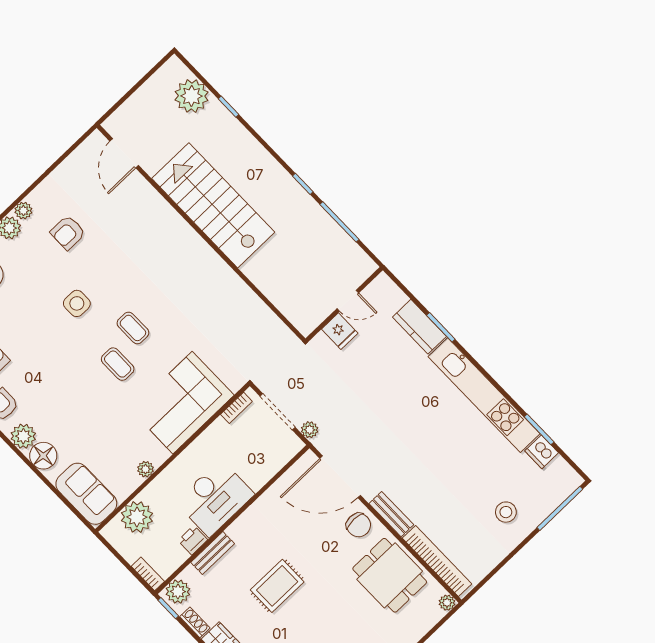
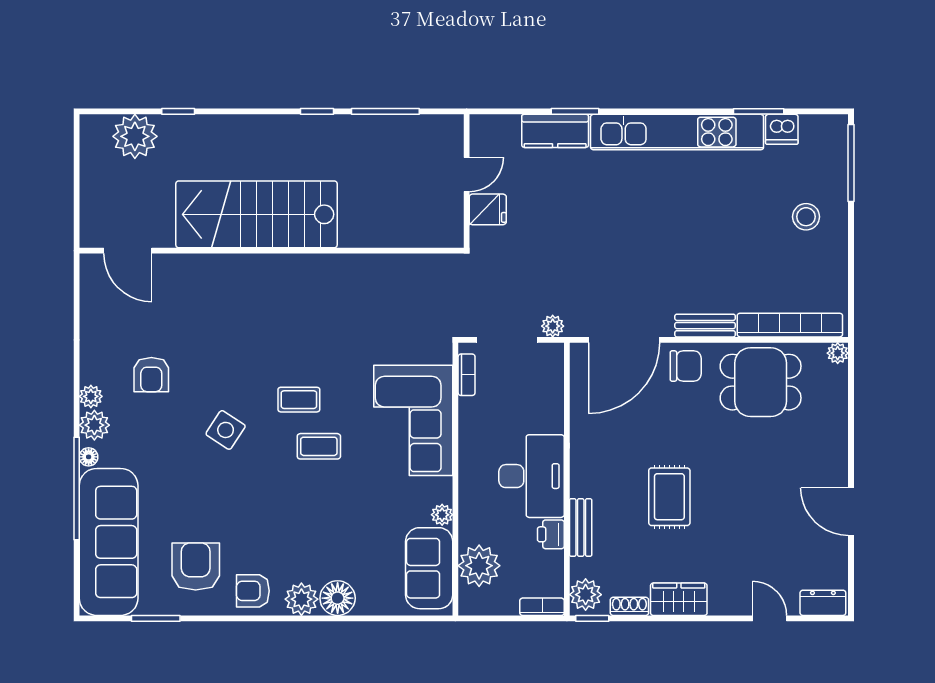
side table: (77, 303) -> (226, 430), turned 33
sofa: (86, 494) -> (429, 568), moved, turned -90

